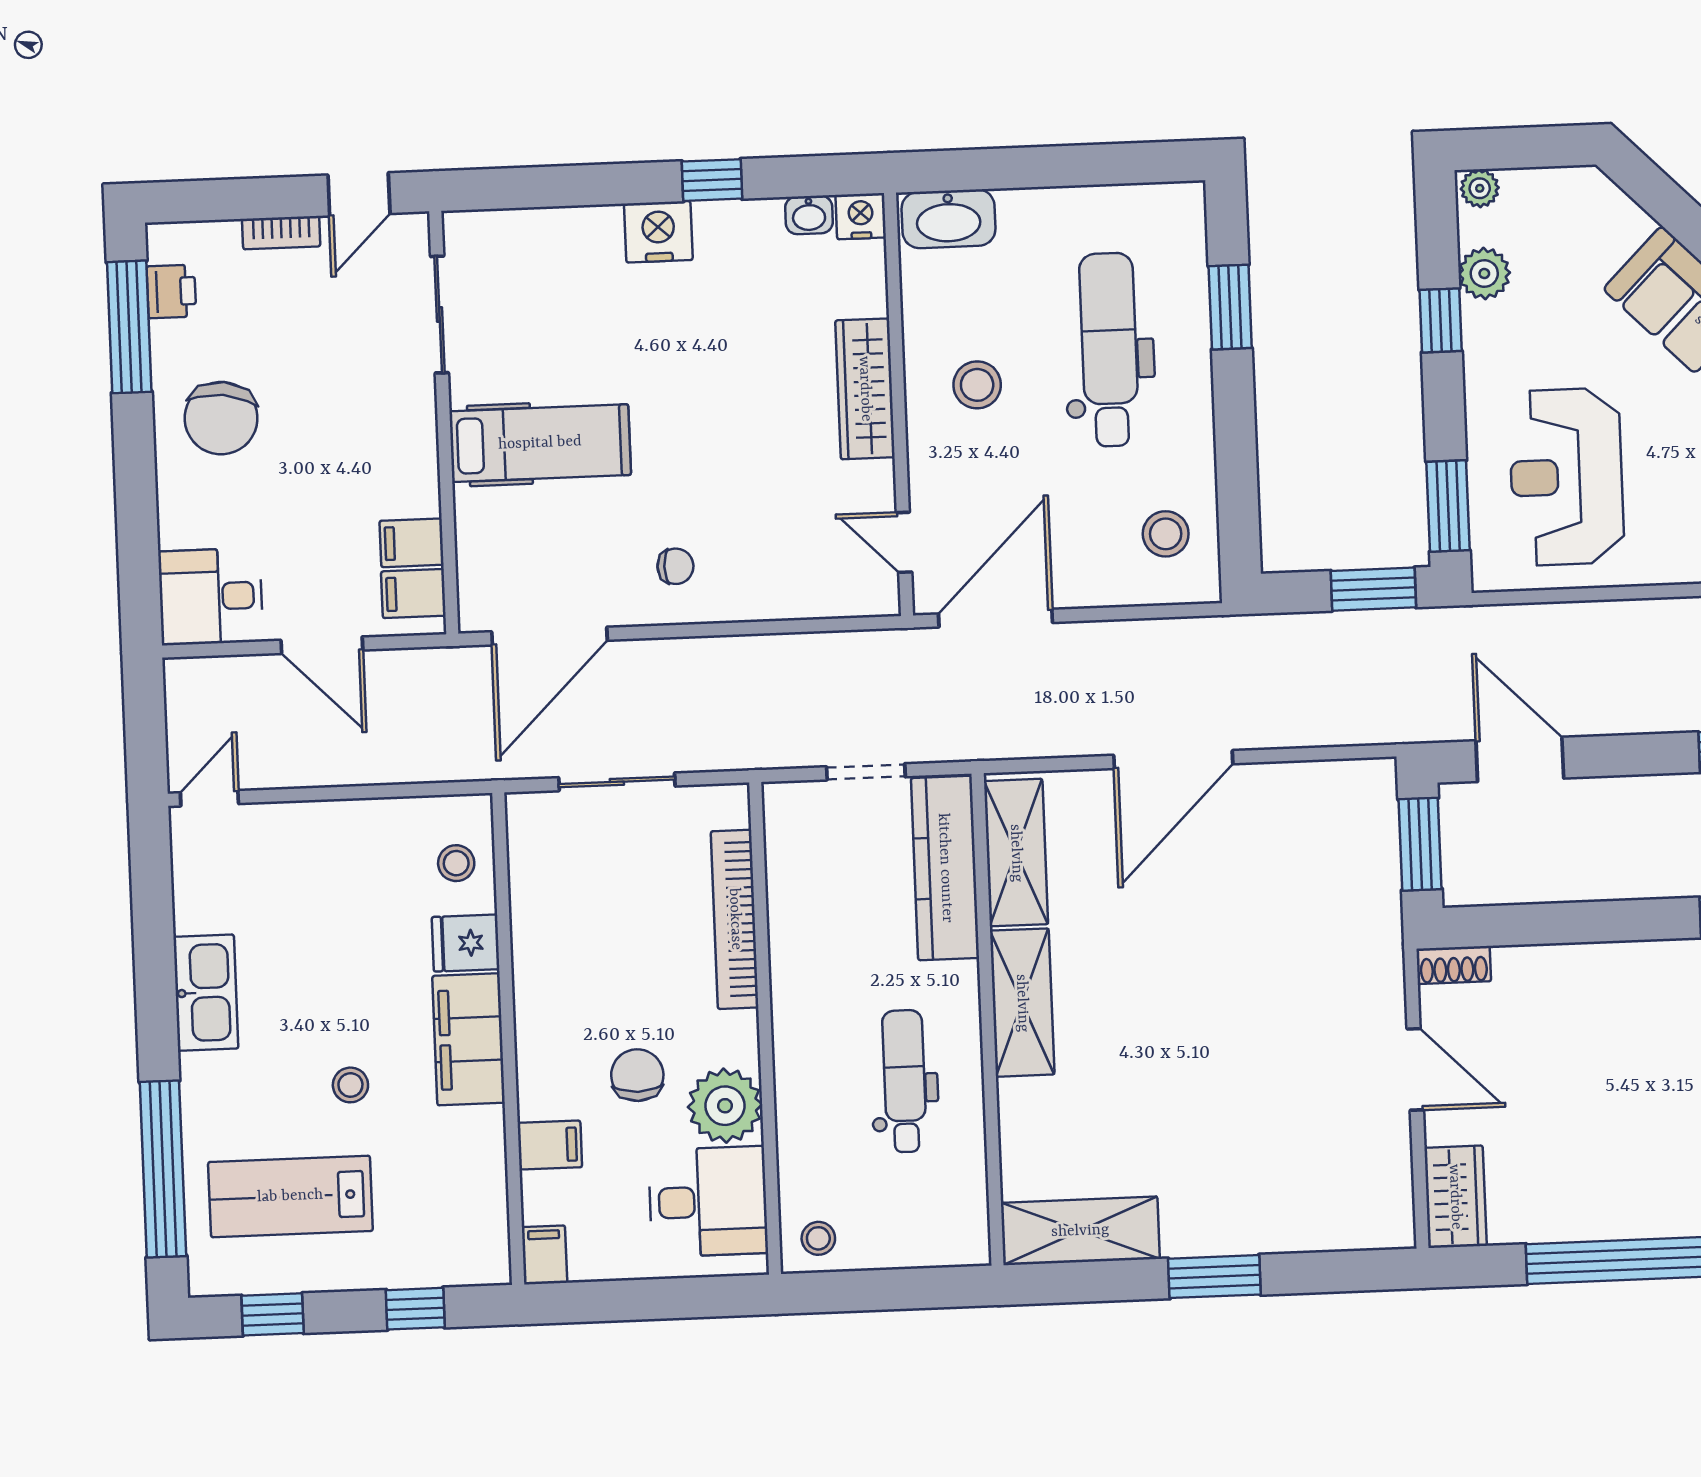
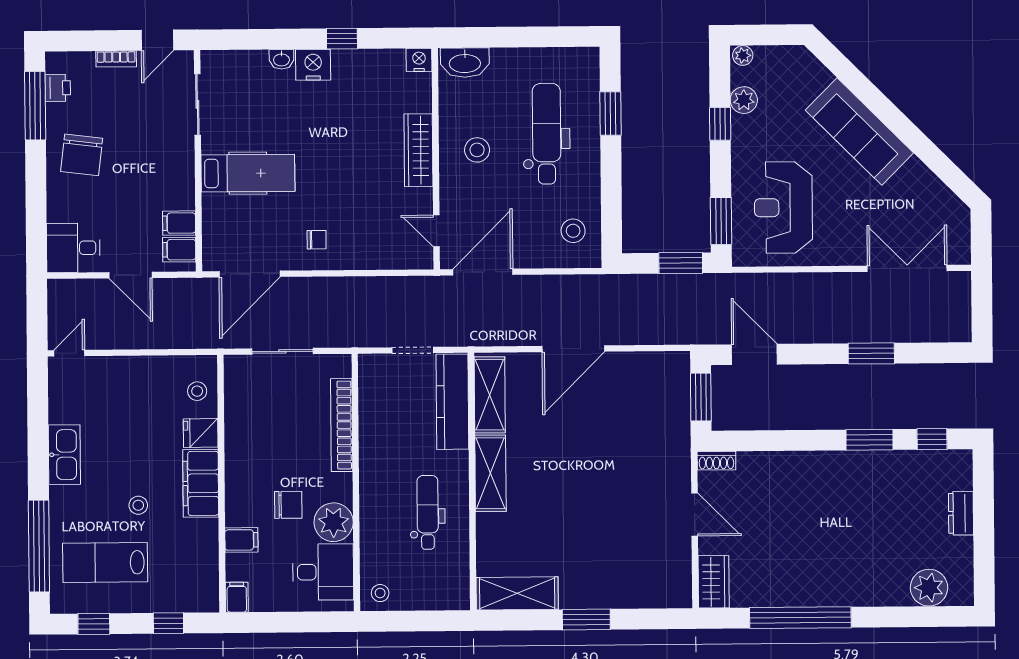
washbasin: (809, 215) -> (281, 59), moved
chair: (637, 1075) -> (288, 505), turned 90

